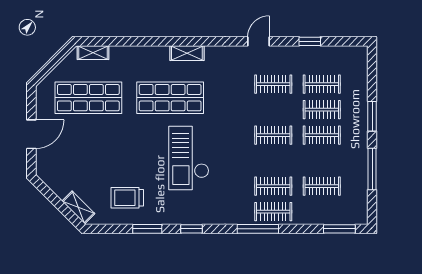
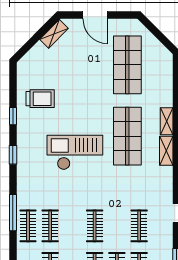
shelving: (93, 53) -> (167, 121), moved
trolley: (127, 198) -> (40, 99), turned 90
shelving: (78, 207) -> (54, 34), moved
window: (147, 229) -> (13, 116), width x0.67

